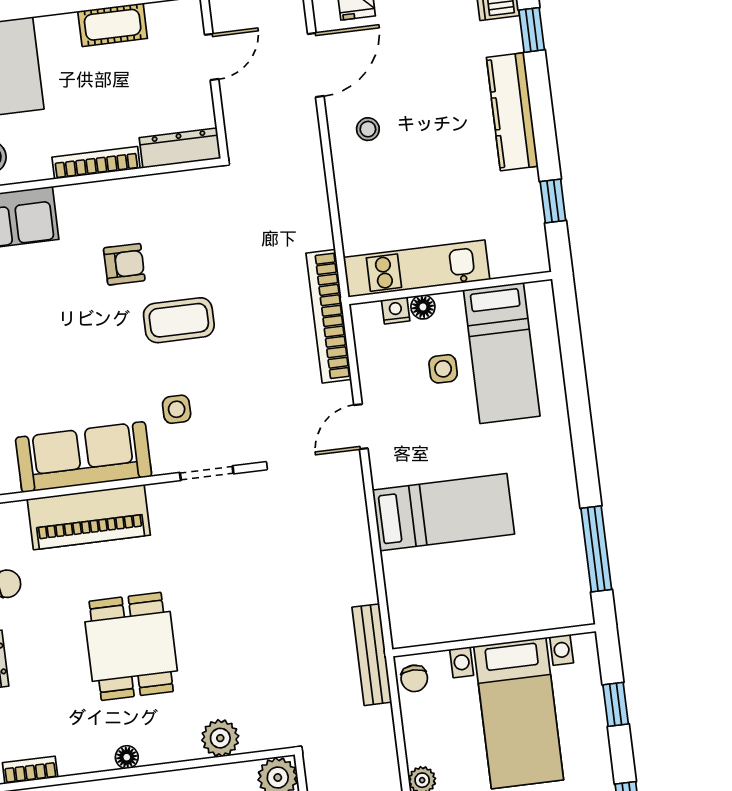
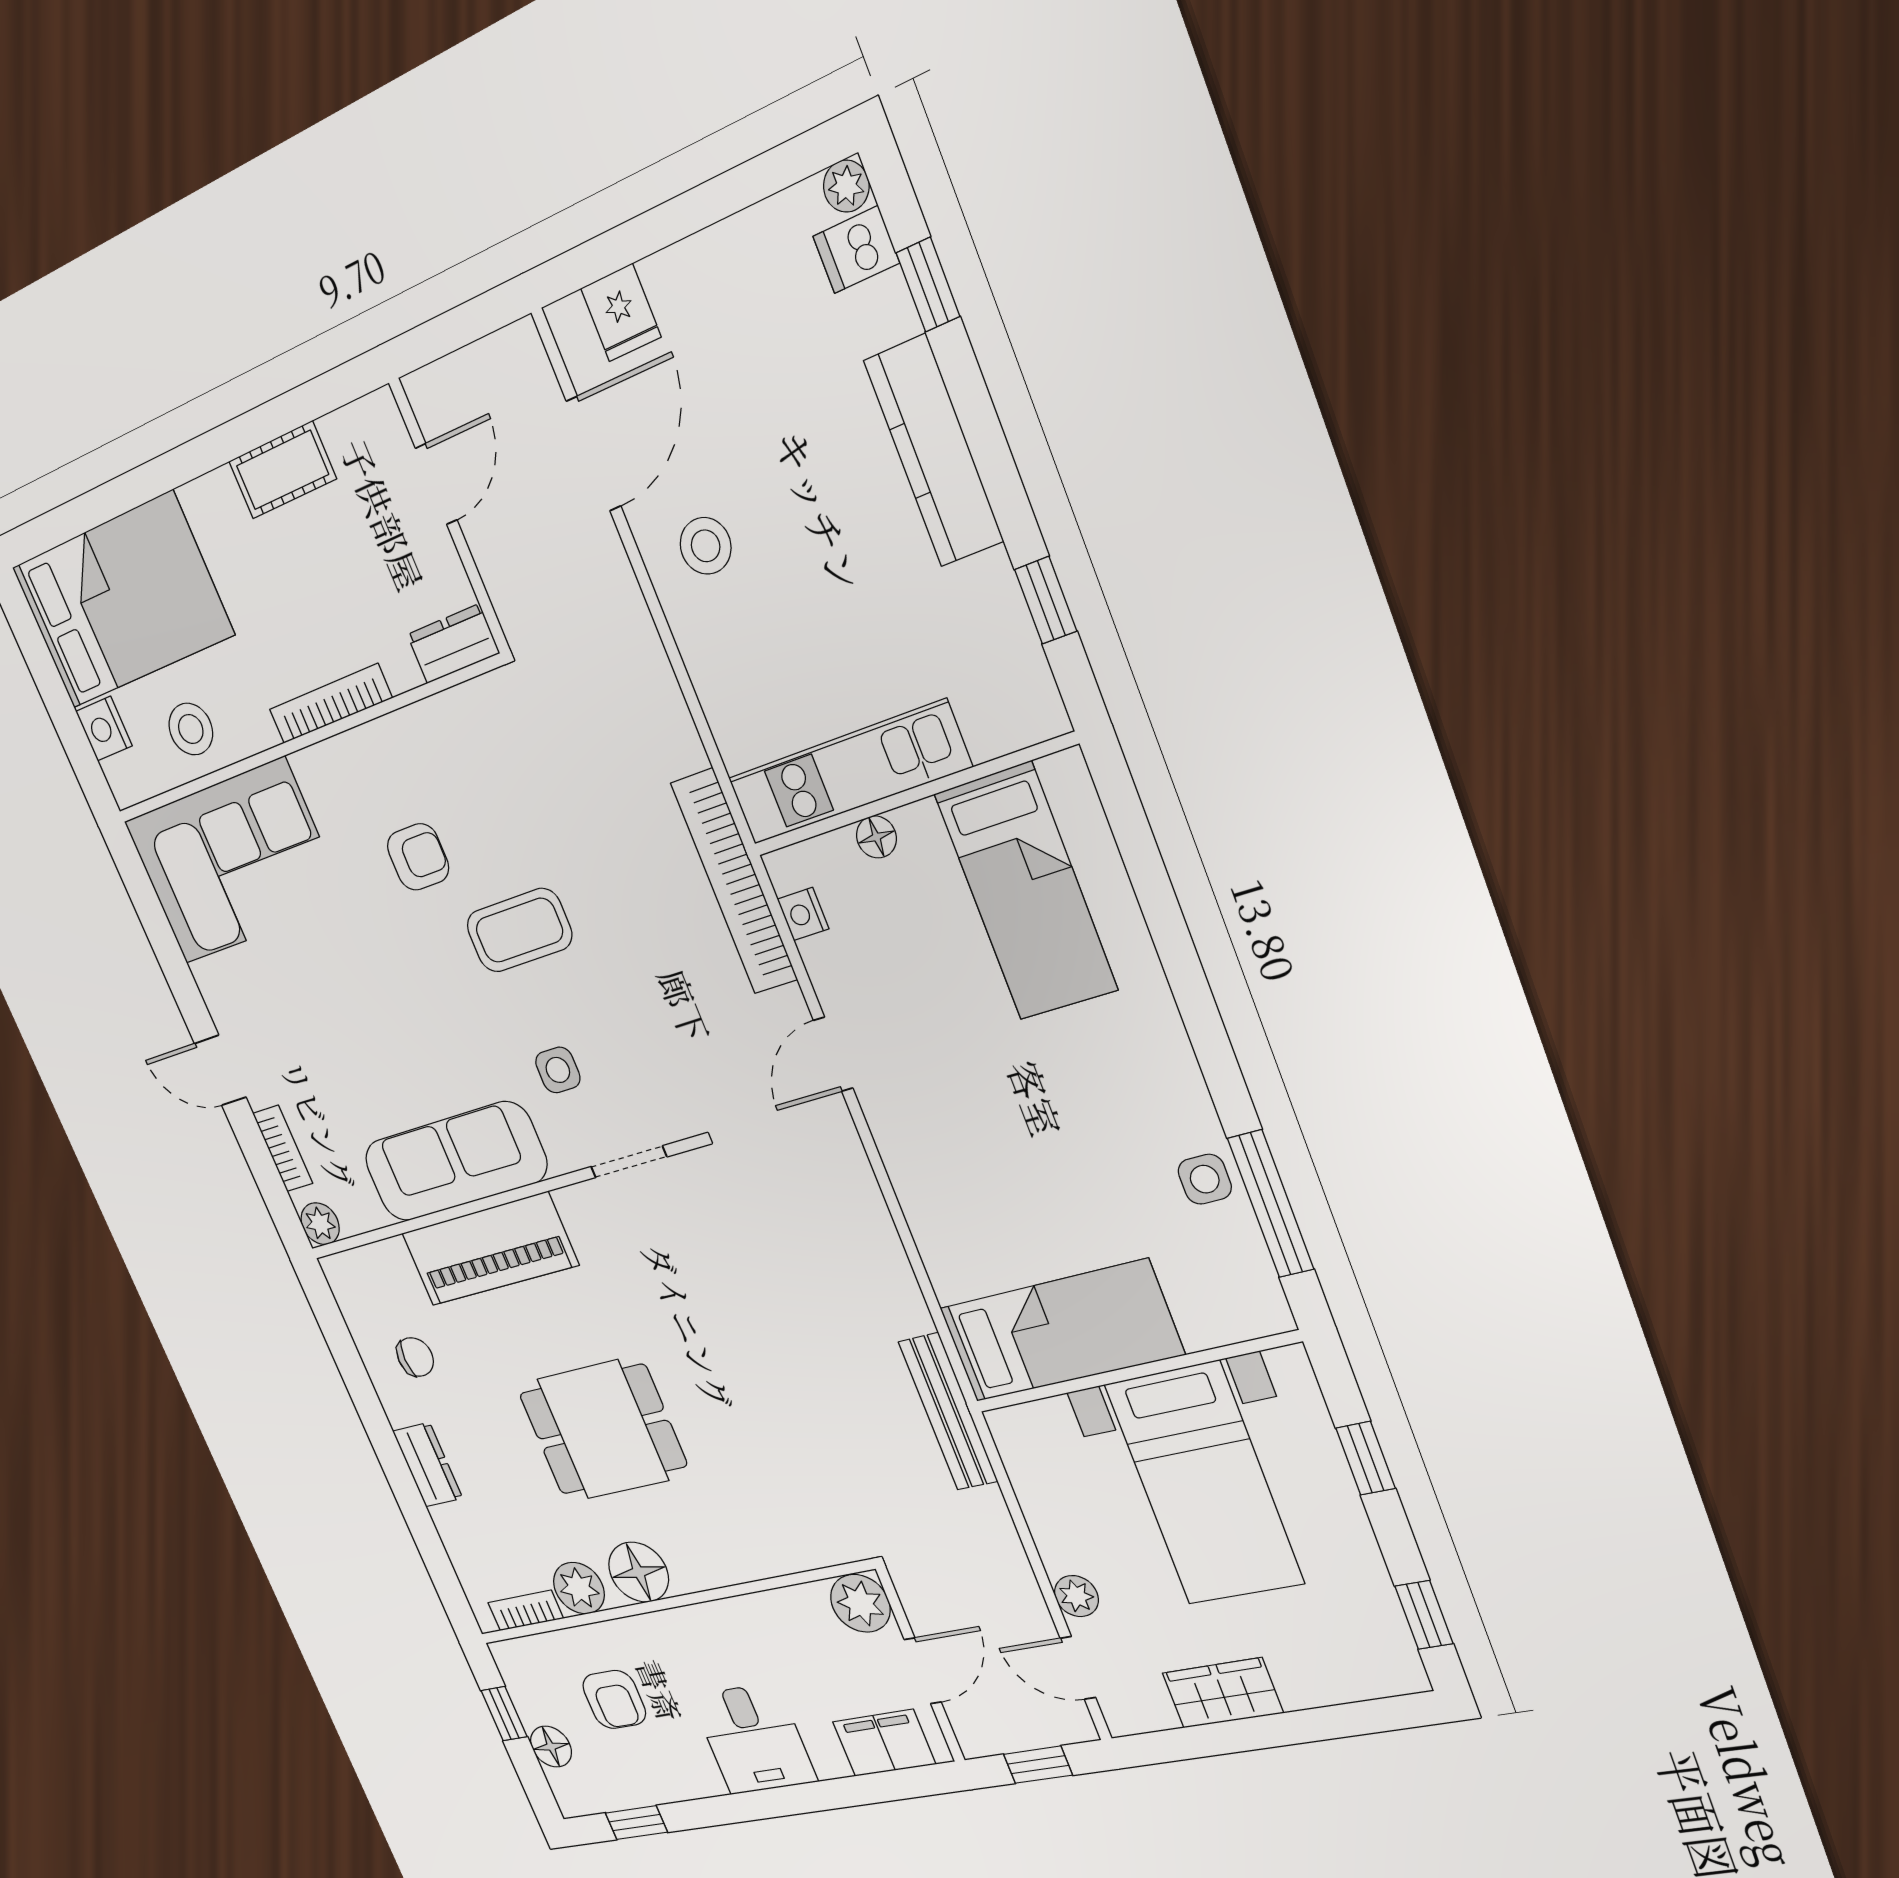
stool: (368, 129) -> (706, 546), width x1.37, depth x1.37
dresser: (180, 148) -> (453, 644), width x0.70
nightstand: (396, 310) -> (803, 914), moved, turned -90
side table: (443, 369) -> (1205, 1179), moved
bed: (443, 512) -> (1061, 1331), moved
dining table: (131, 646) -> (603, 1430), turned 90
chair: (414, 678) -> (1023, 1442), removed
plant: (220, 738) -> (579, 1588), moved
floor lamp: (127, 757) -> (639, 1572), width x1.89, depth x1.89

